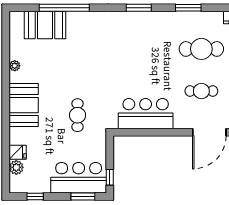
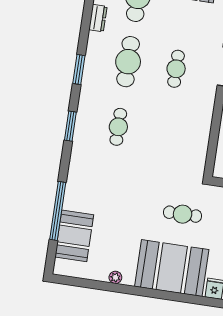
cafe table: (144, 49) -> (118, 127), added
booth: (24, 105) -> (172, 268), width x1.36, depth x1.42
bar counter: (146, 114) -> (192, 136), removed

